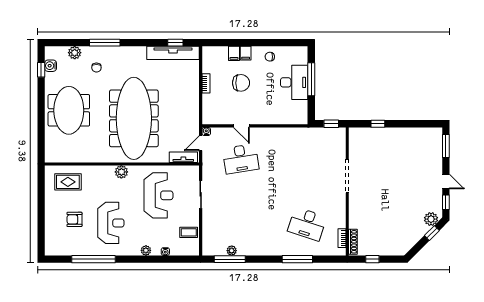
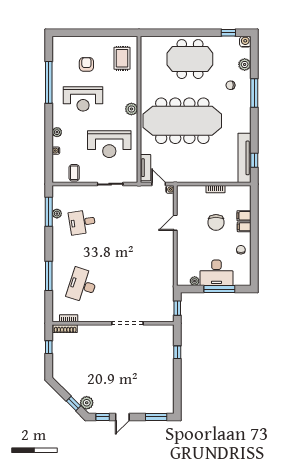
water cooler: (51, 66) -> (245, 42), moved
plant: (303, 105) -> (195, 281), added
desk: (241, 159) -> (82, 222), moved, width x0.73

